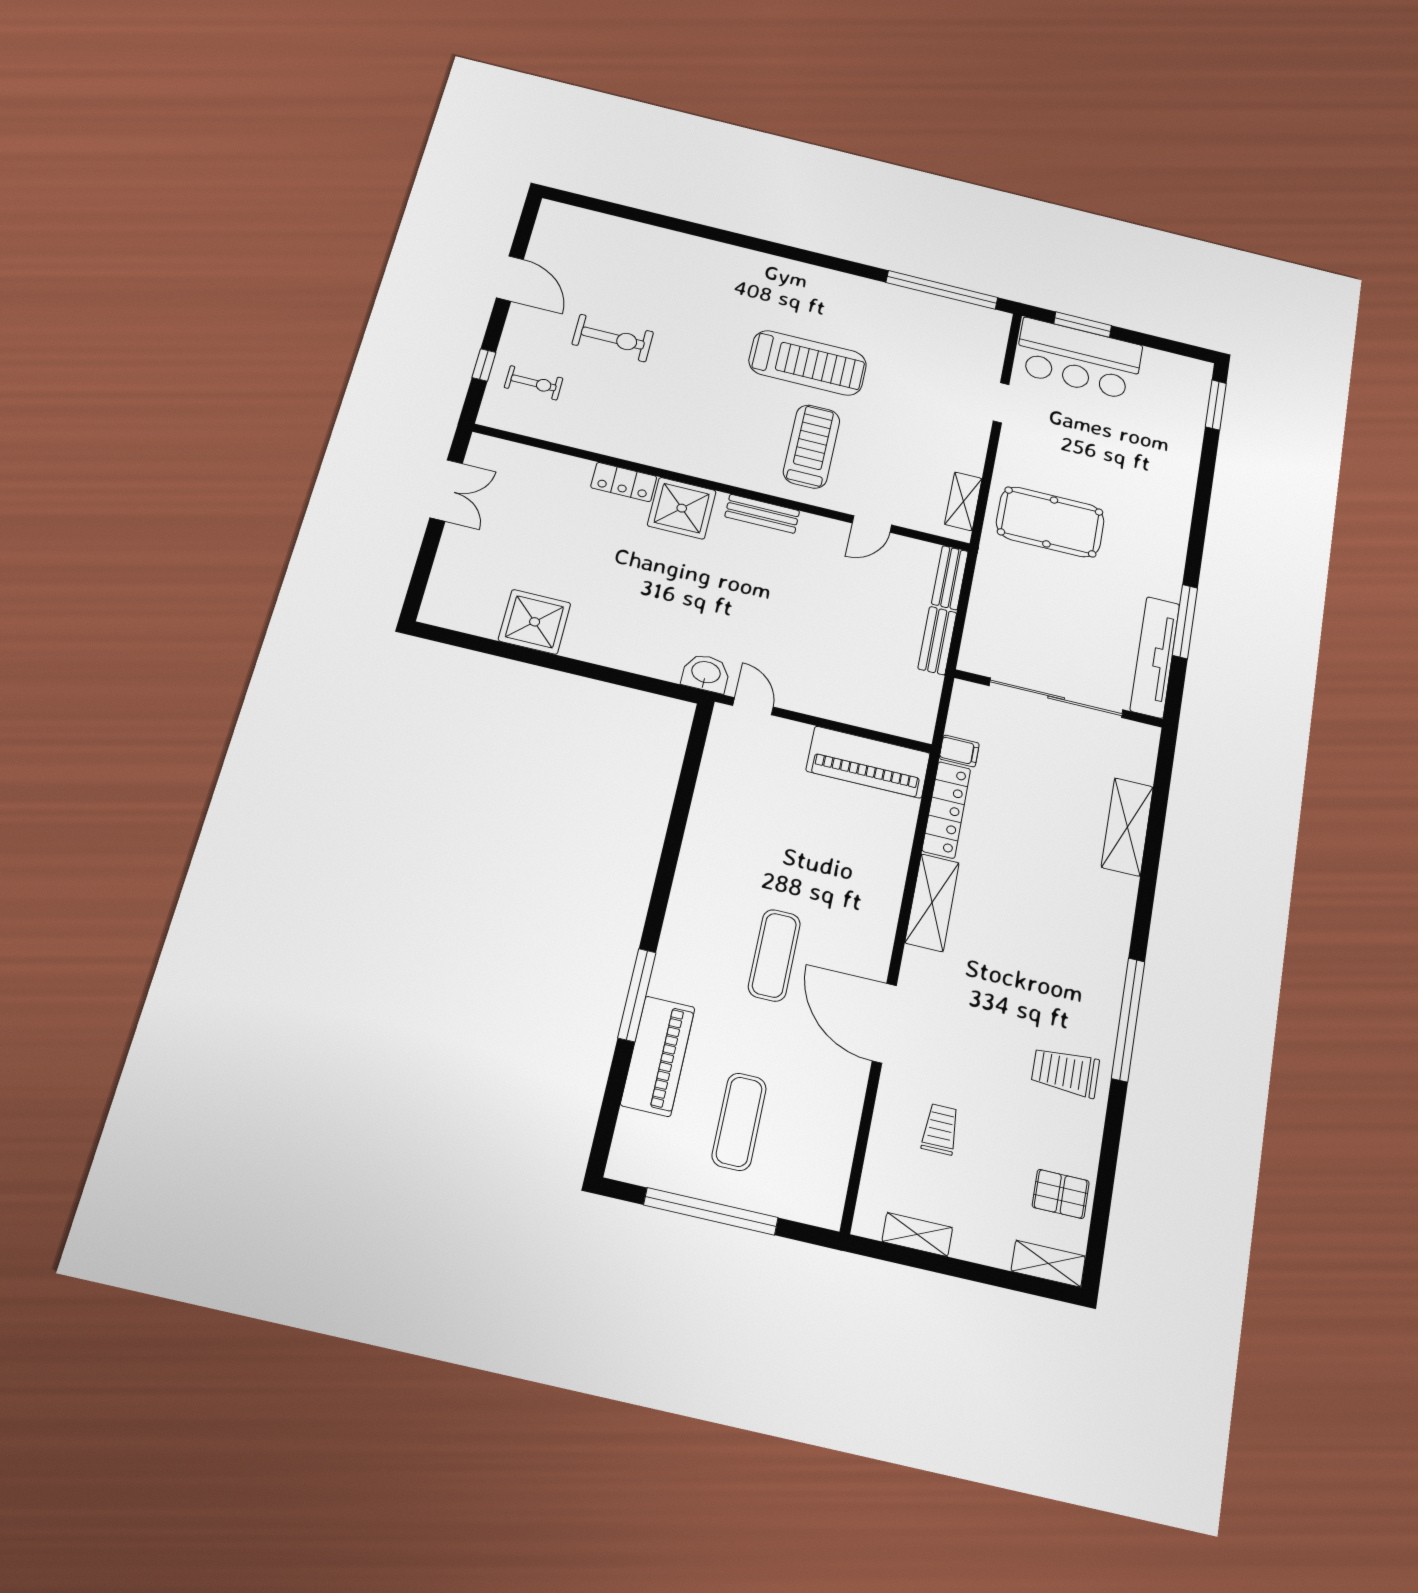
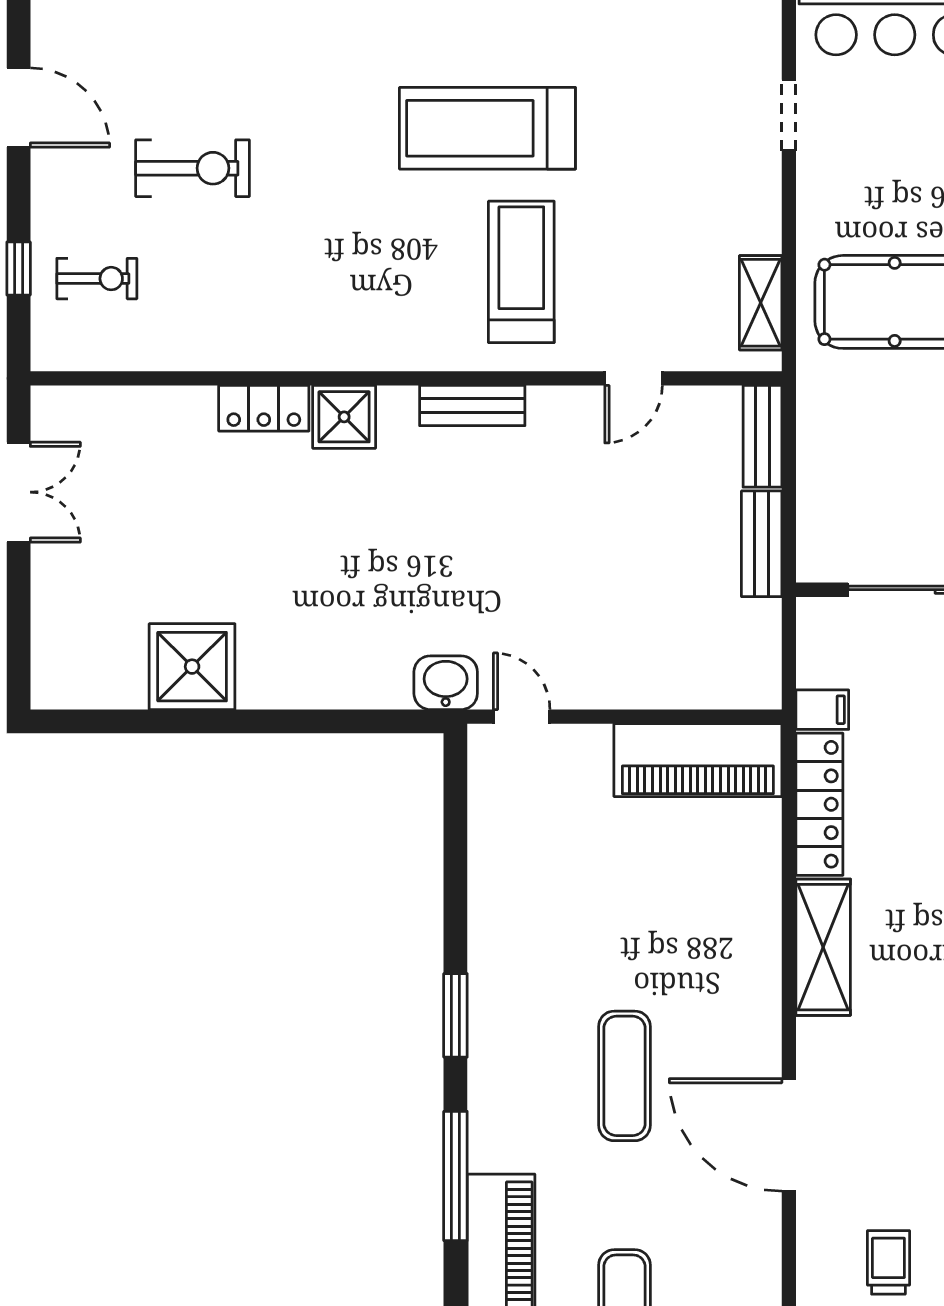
treadmill: (808, 363) -> (487, 128), turned 180
shower: (682, 508) -> (344, 417), width x0.73, depth x0.73
window: (663, 886) -> (455, 1015), added

